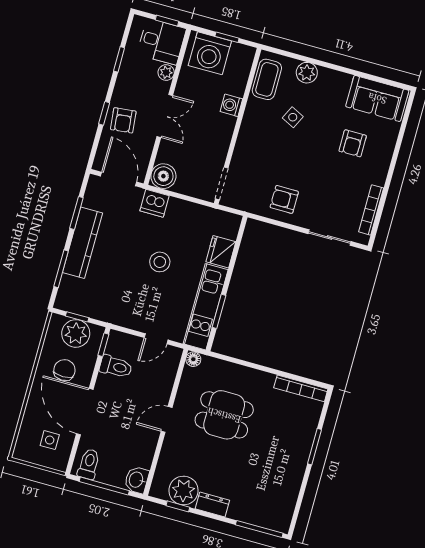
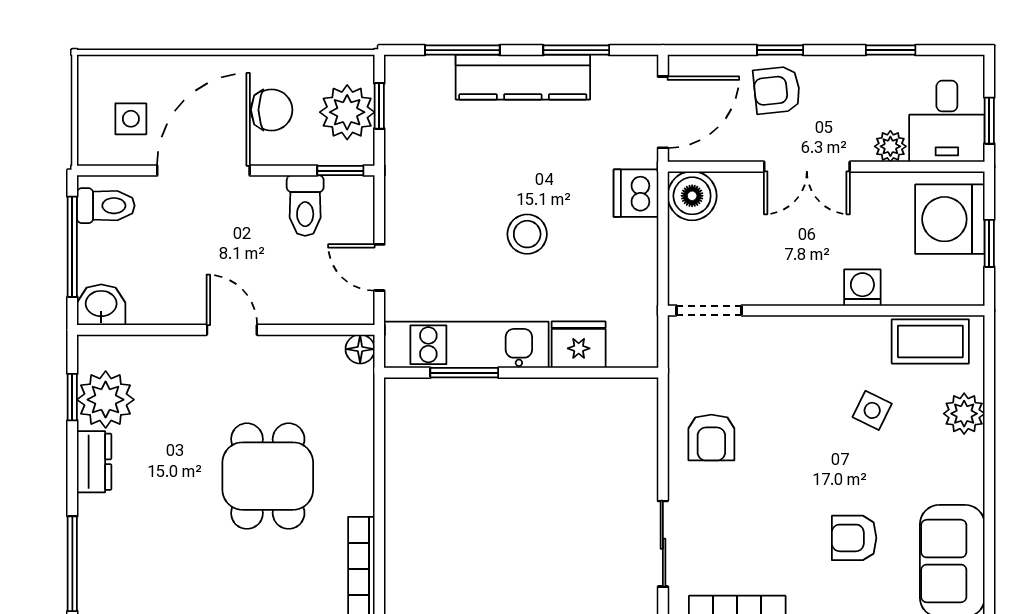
armchair: (284, 199) -> (711, 438), turned 180
dining table: (224, 415) -> (268, 476), moved

